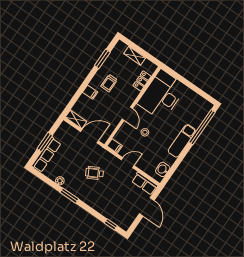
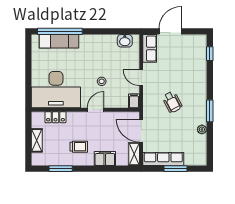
filing cabinet: (90, 92) -> (105, 159), width x2.00
exam couch: (182, 141) -> (59, 41), moved
row of seats: (46, 155) -> (163, 159), moved

